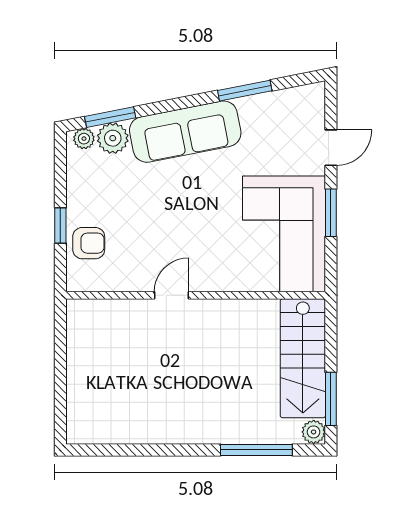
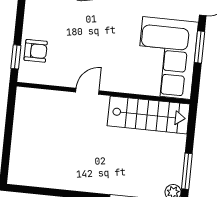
window: (60, 226) -> (16, 57), moved
stairs: (303, 358) -> (149, 115), moved, turned -90

